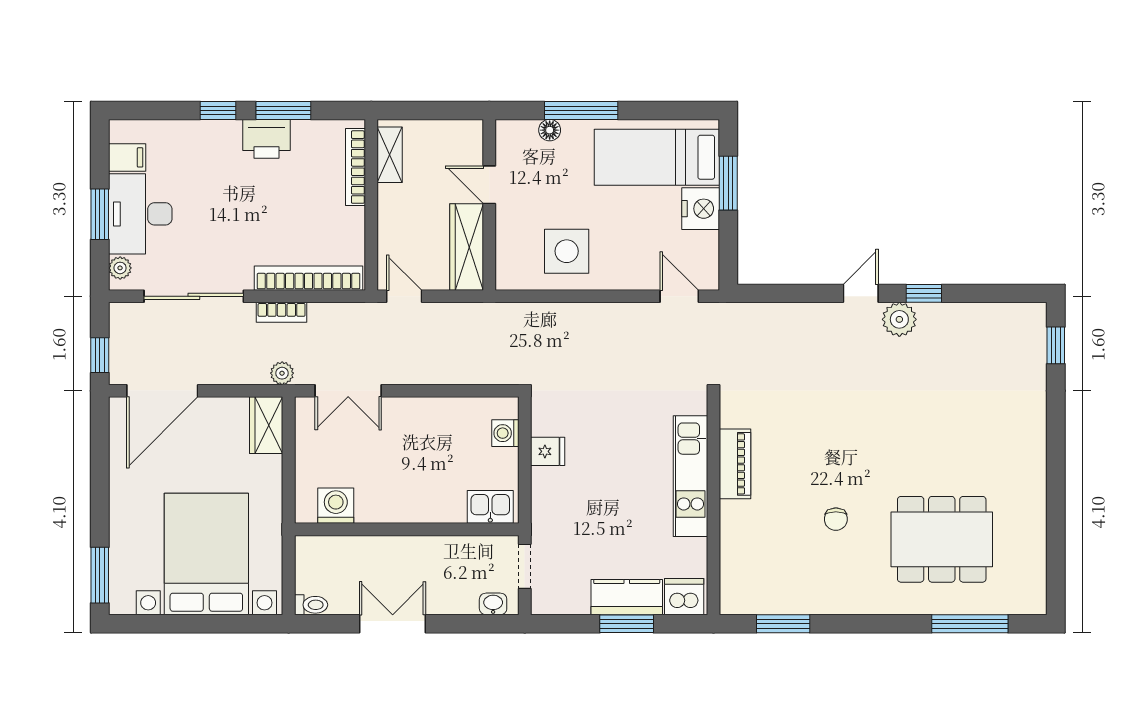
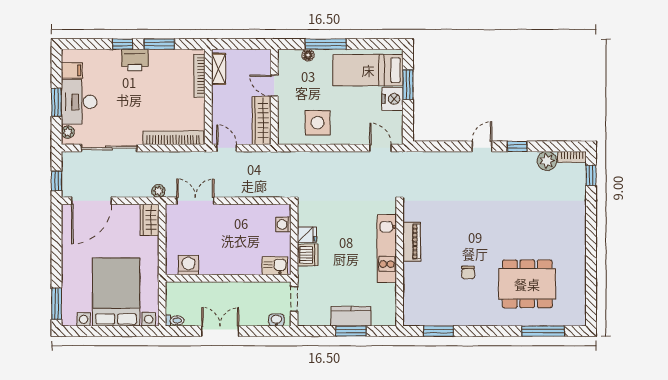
printer: (267, 139) -> (135, 60), moved
bookcase: (282, 312) -> (572, 157), moved
plant: (899, 319) -> (547, 161), moved
double door: (348, 391) -> (195, 201), swing flipped
dishwasher: (684, 597) -> (308, 255), moved, turned 90

